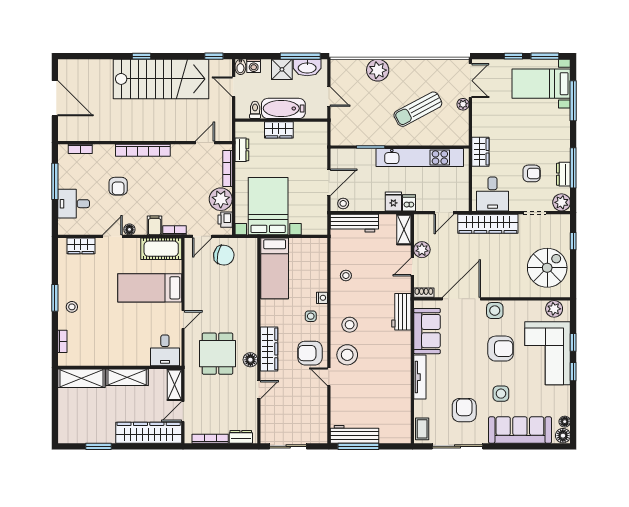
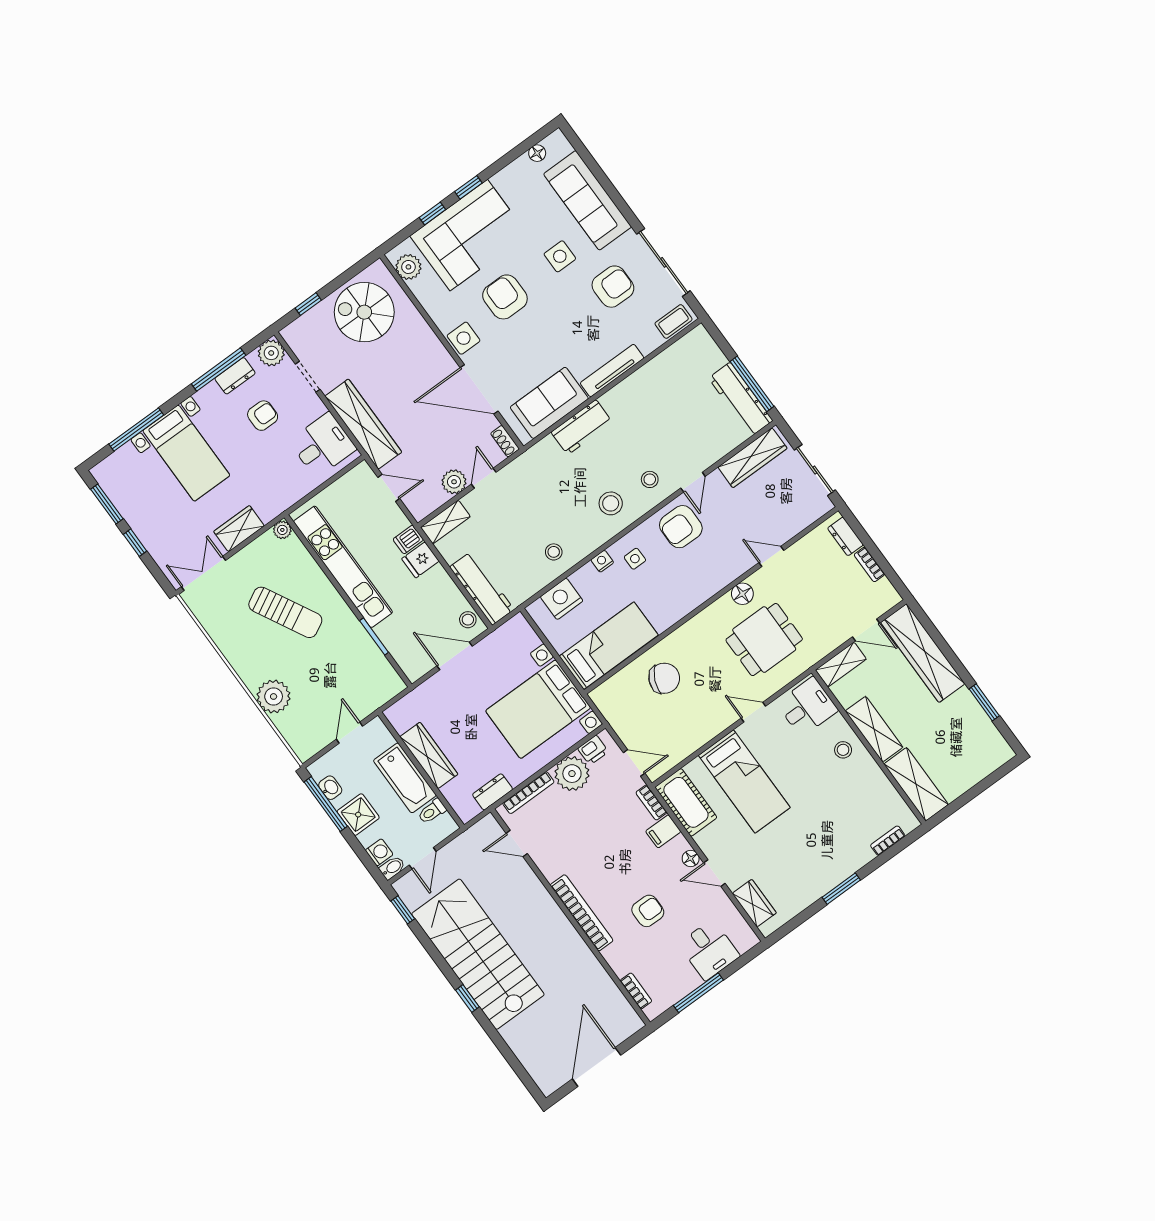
washbasin: (307, 68) -> (330, 788), width x0.52, depth x0.69
bed with nightstands: (541, 84) -> (186, 453), moved
plant: (463, 104) -> (282, 530), moved
wardrobe: (279, 130) -> (429, 755), width x1.50
wardrobe: (480, 152) -> (239, 529), moved
armchair: (532, 173) -> (263, 416), turned 90
chair: (224, 255) -> (664, 678), moved, turned 102
nightstand: (318, 262) -> (562, 599), added
door: (412, 267) -> (484, 478), swing flipped
stool: (72, 307) -> (843, 750), moved
workbench: (401, 312) -> (582, 427), moved
wardrobe: (269, 349) -> (752, 458), moved, turned 180
armchair: (310, 353) -> (681, 527), turned 90
stool: (347, 355) -> (650, 479), width x0.53, depth x0.53
armchair: (464, 410) -> (613, 287), turned 180
floor lamp: (563, 436) -> (556, 143), removed
bookcase: (210, 439) -> (869, 564), width x0.64

